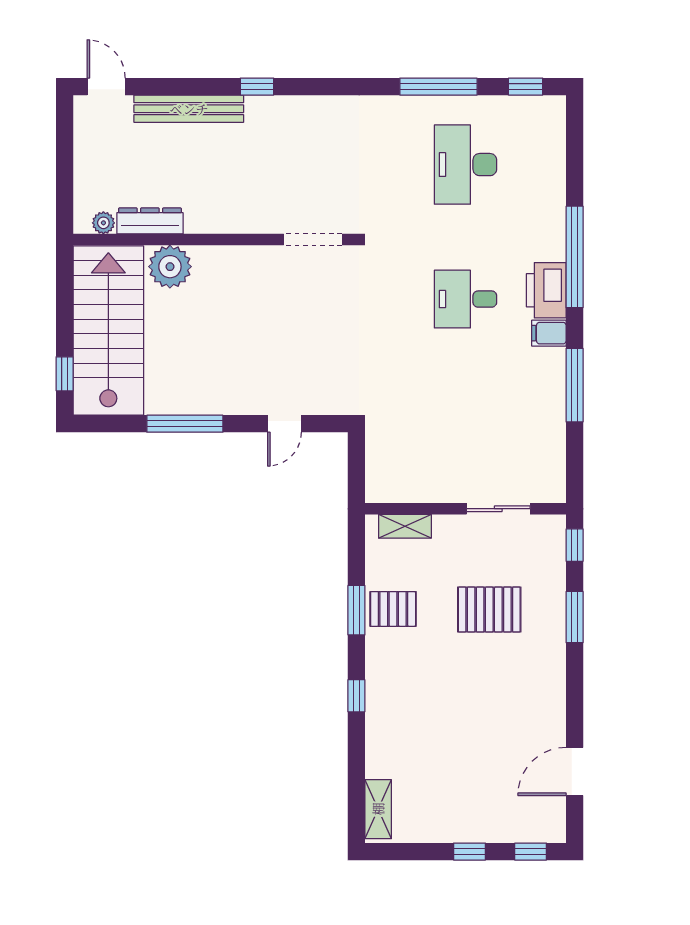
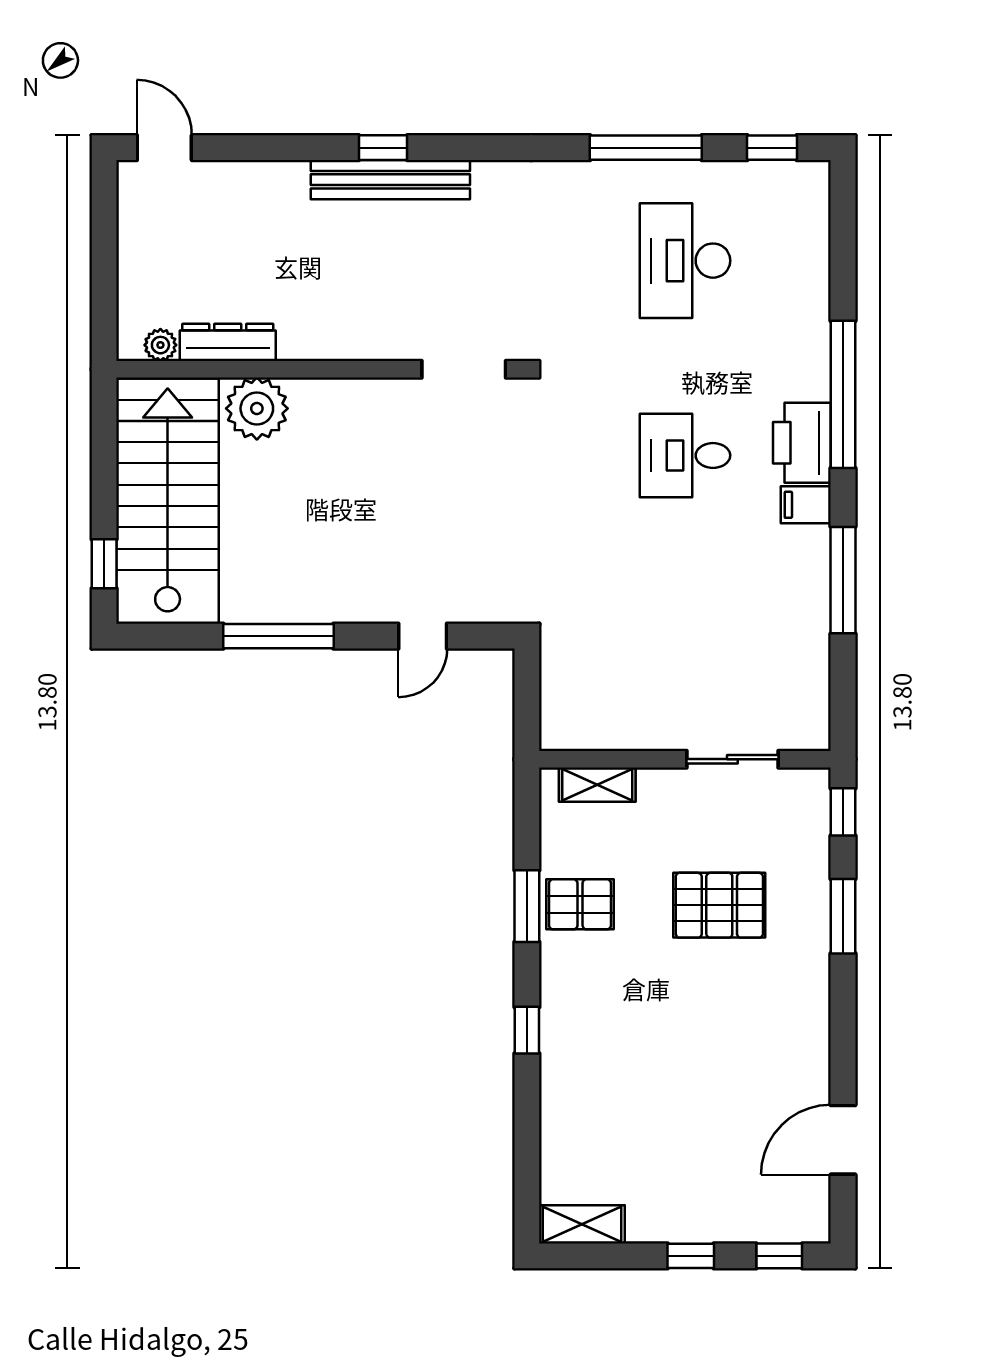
bench: (189, 109) -> (390, 180), moved
shelving: (378, 809) -> (582, 1224), moved, turned 90

